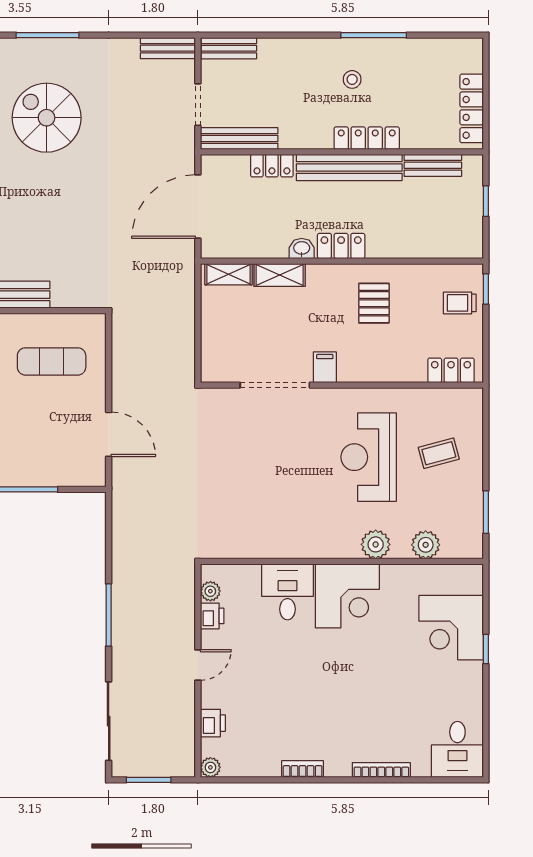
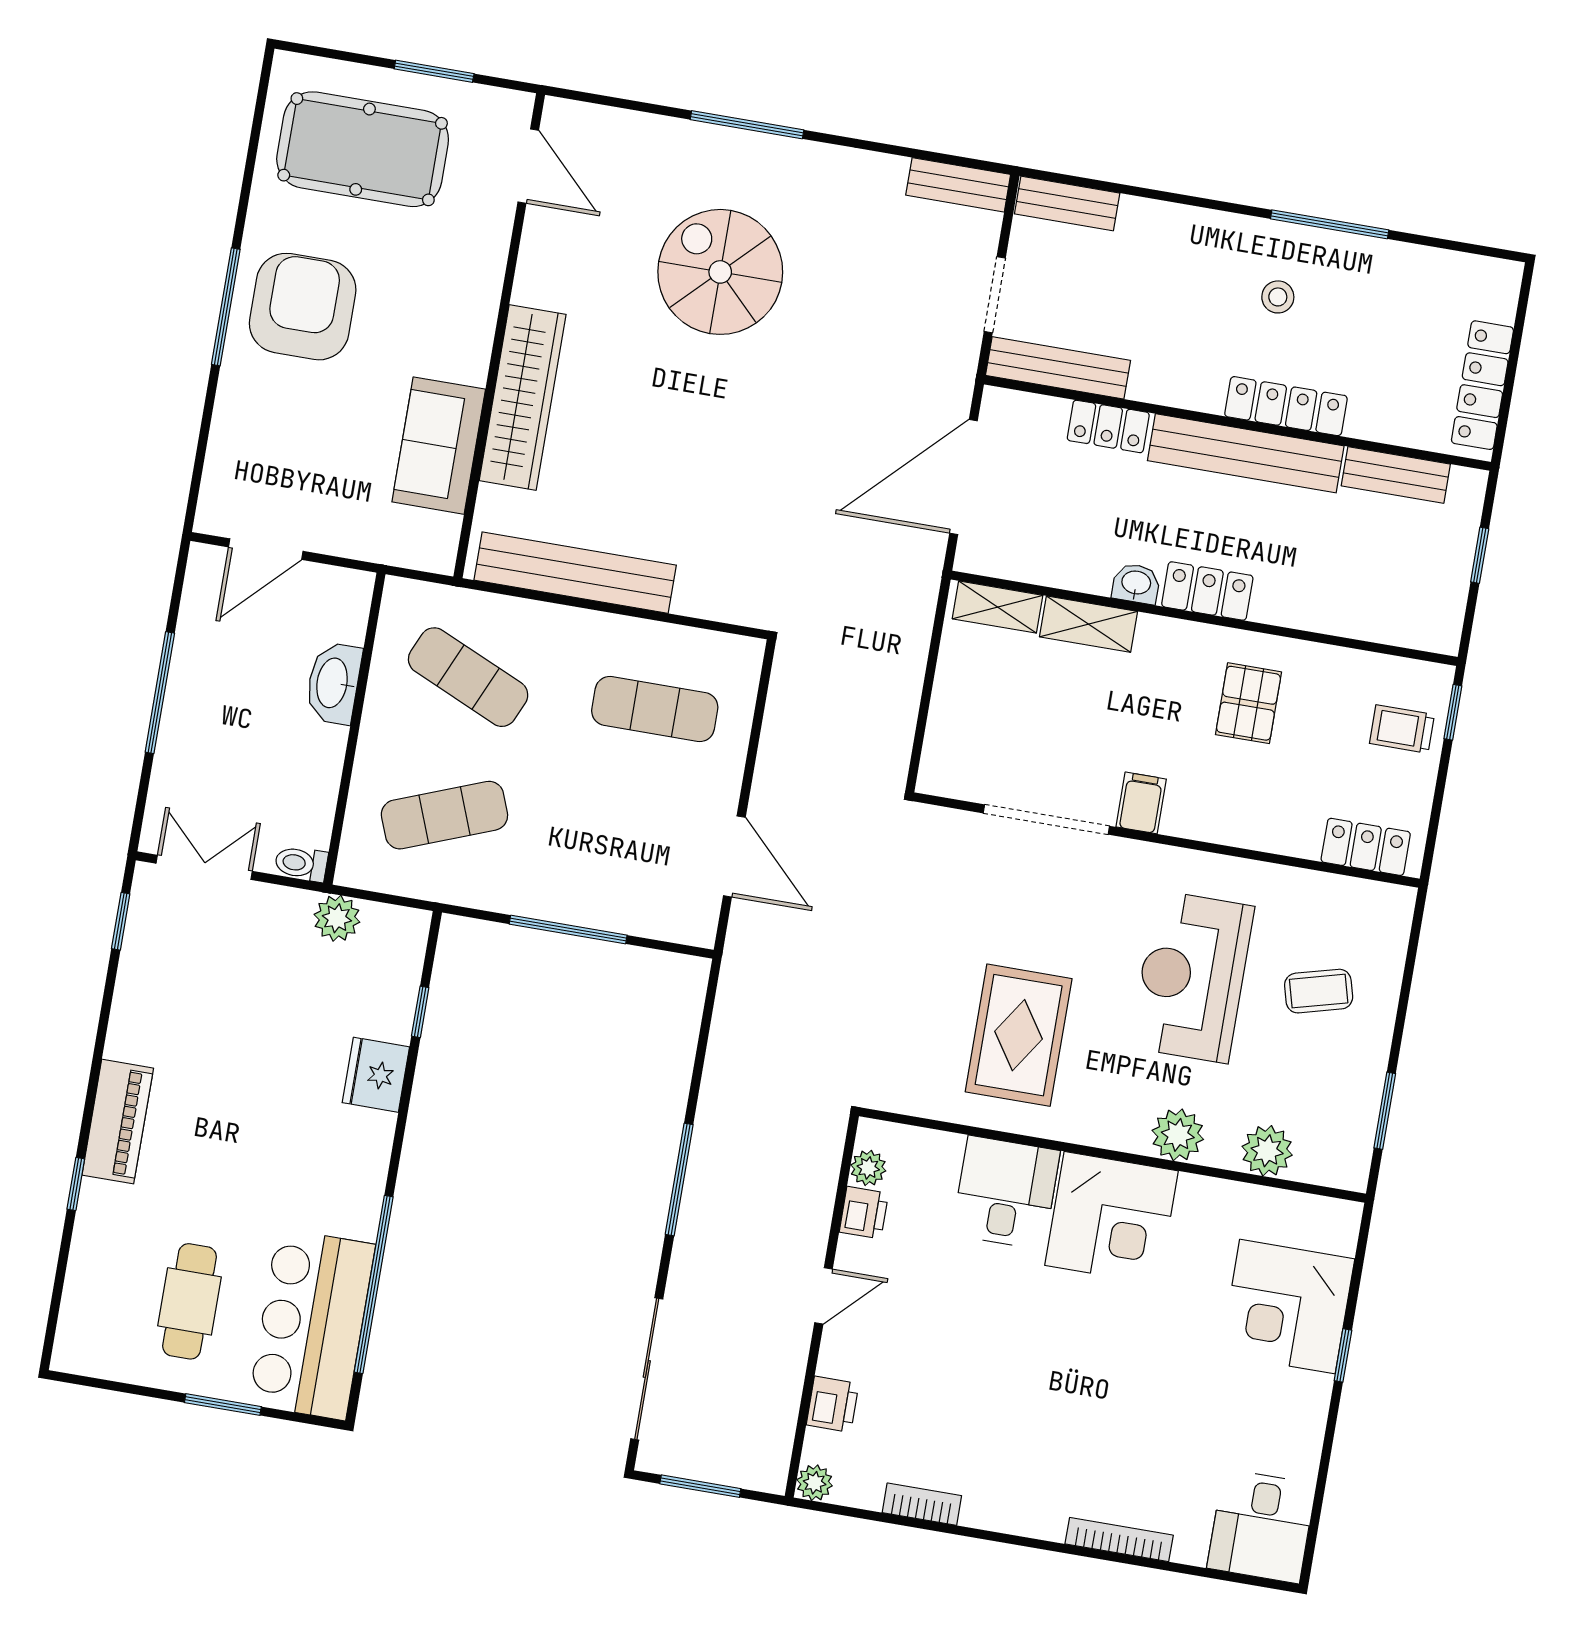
rug: (280, 505) -> (1019, 1035), added
bookcase: (303, 769) -> (922, 1504), moved

